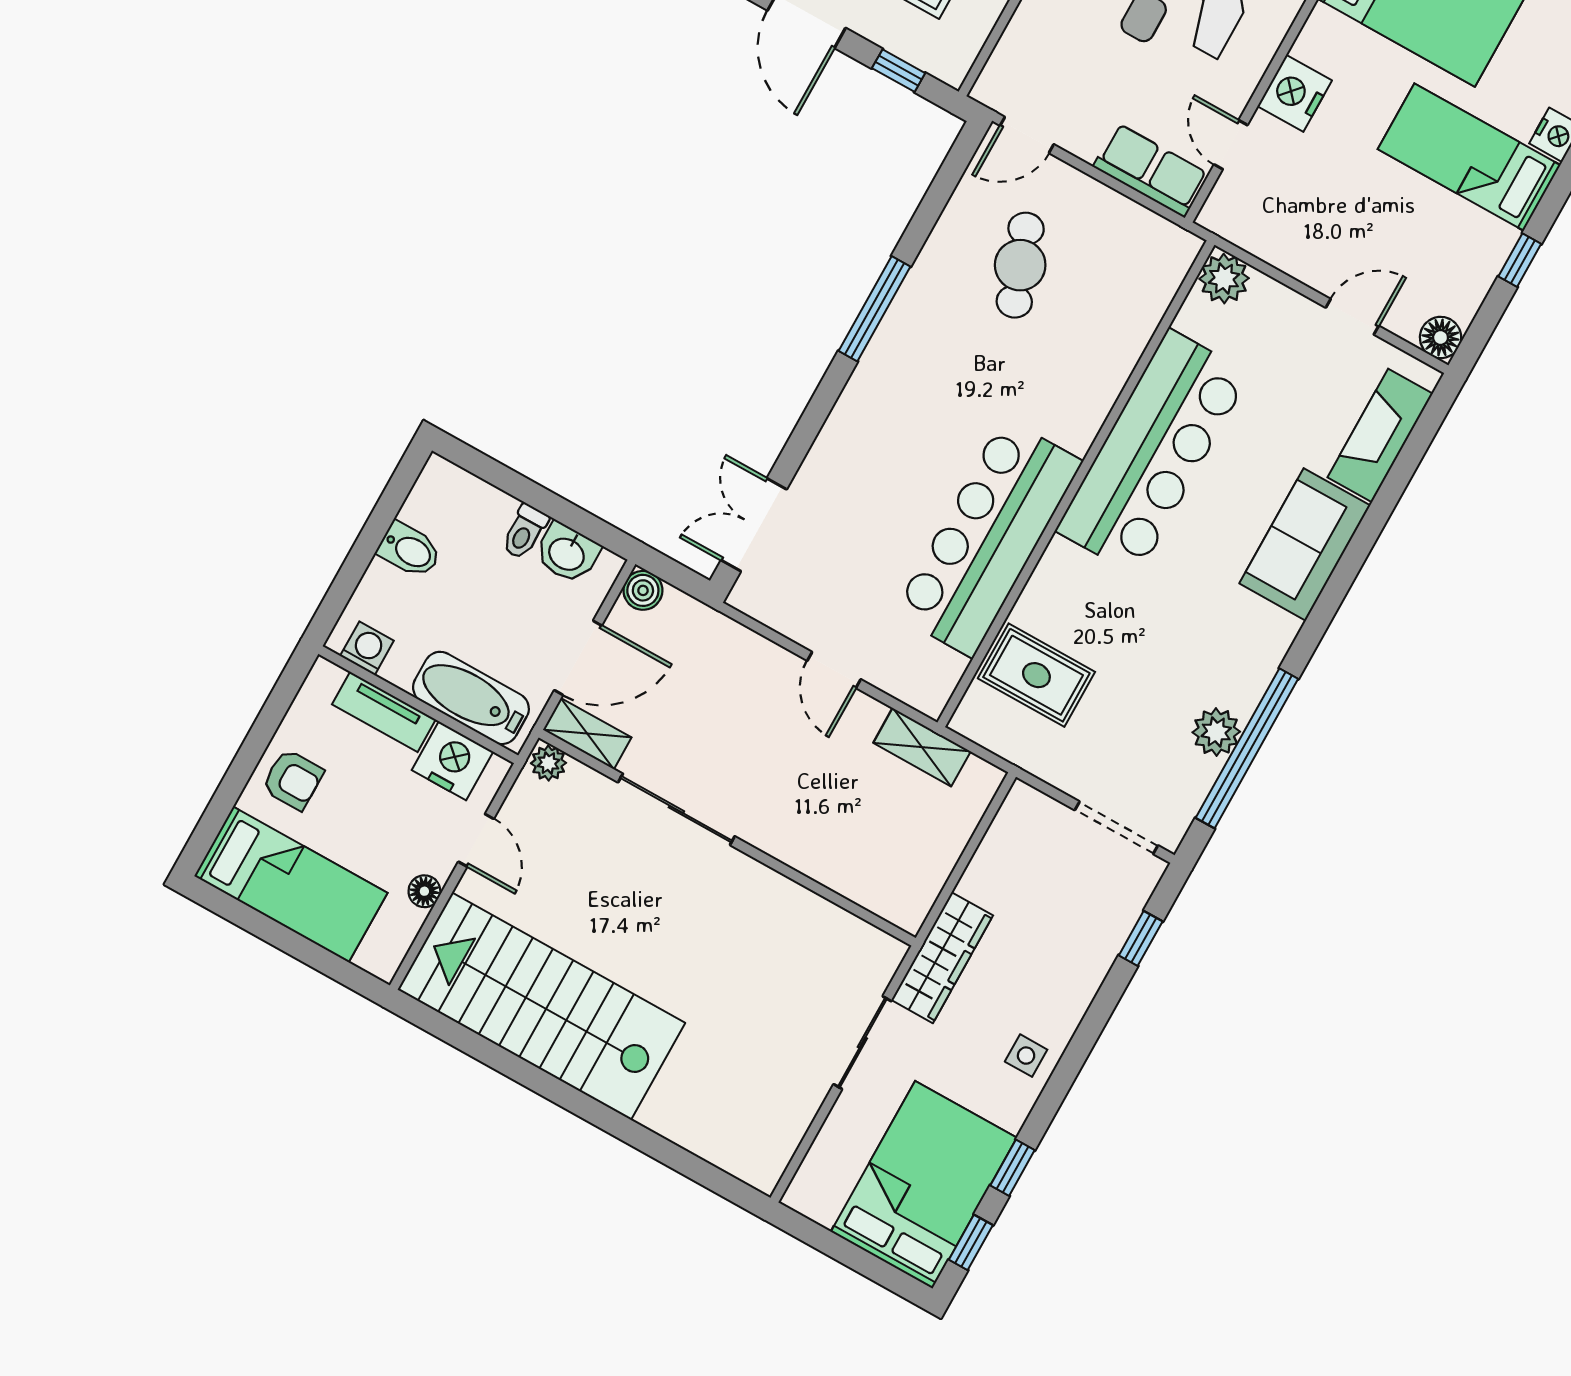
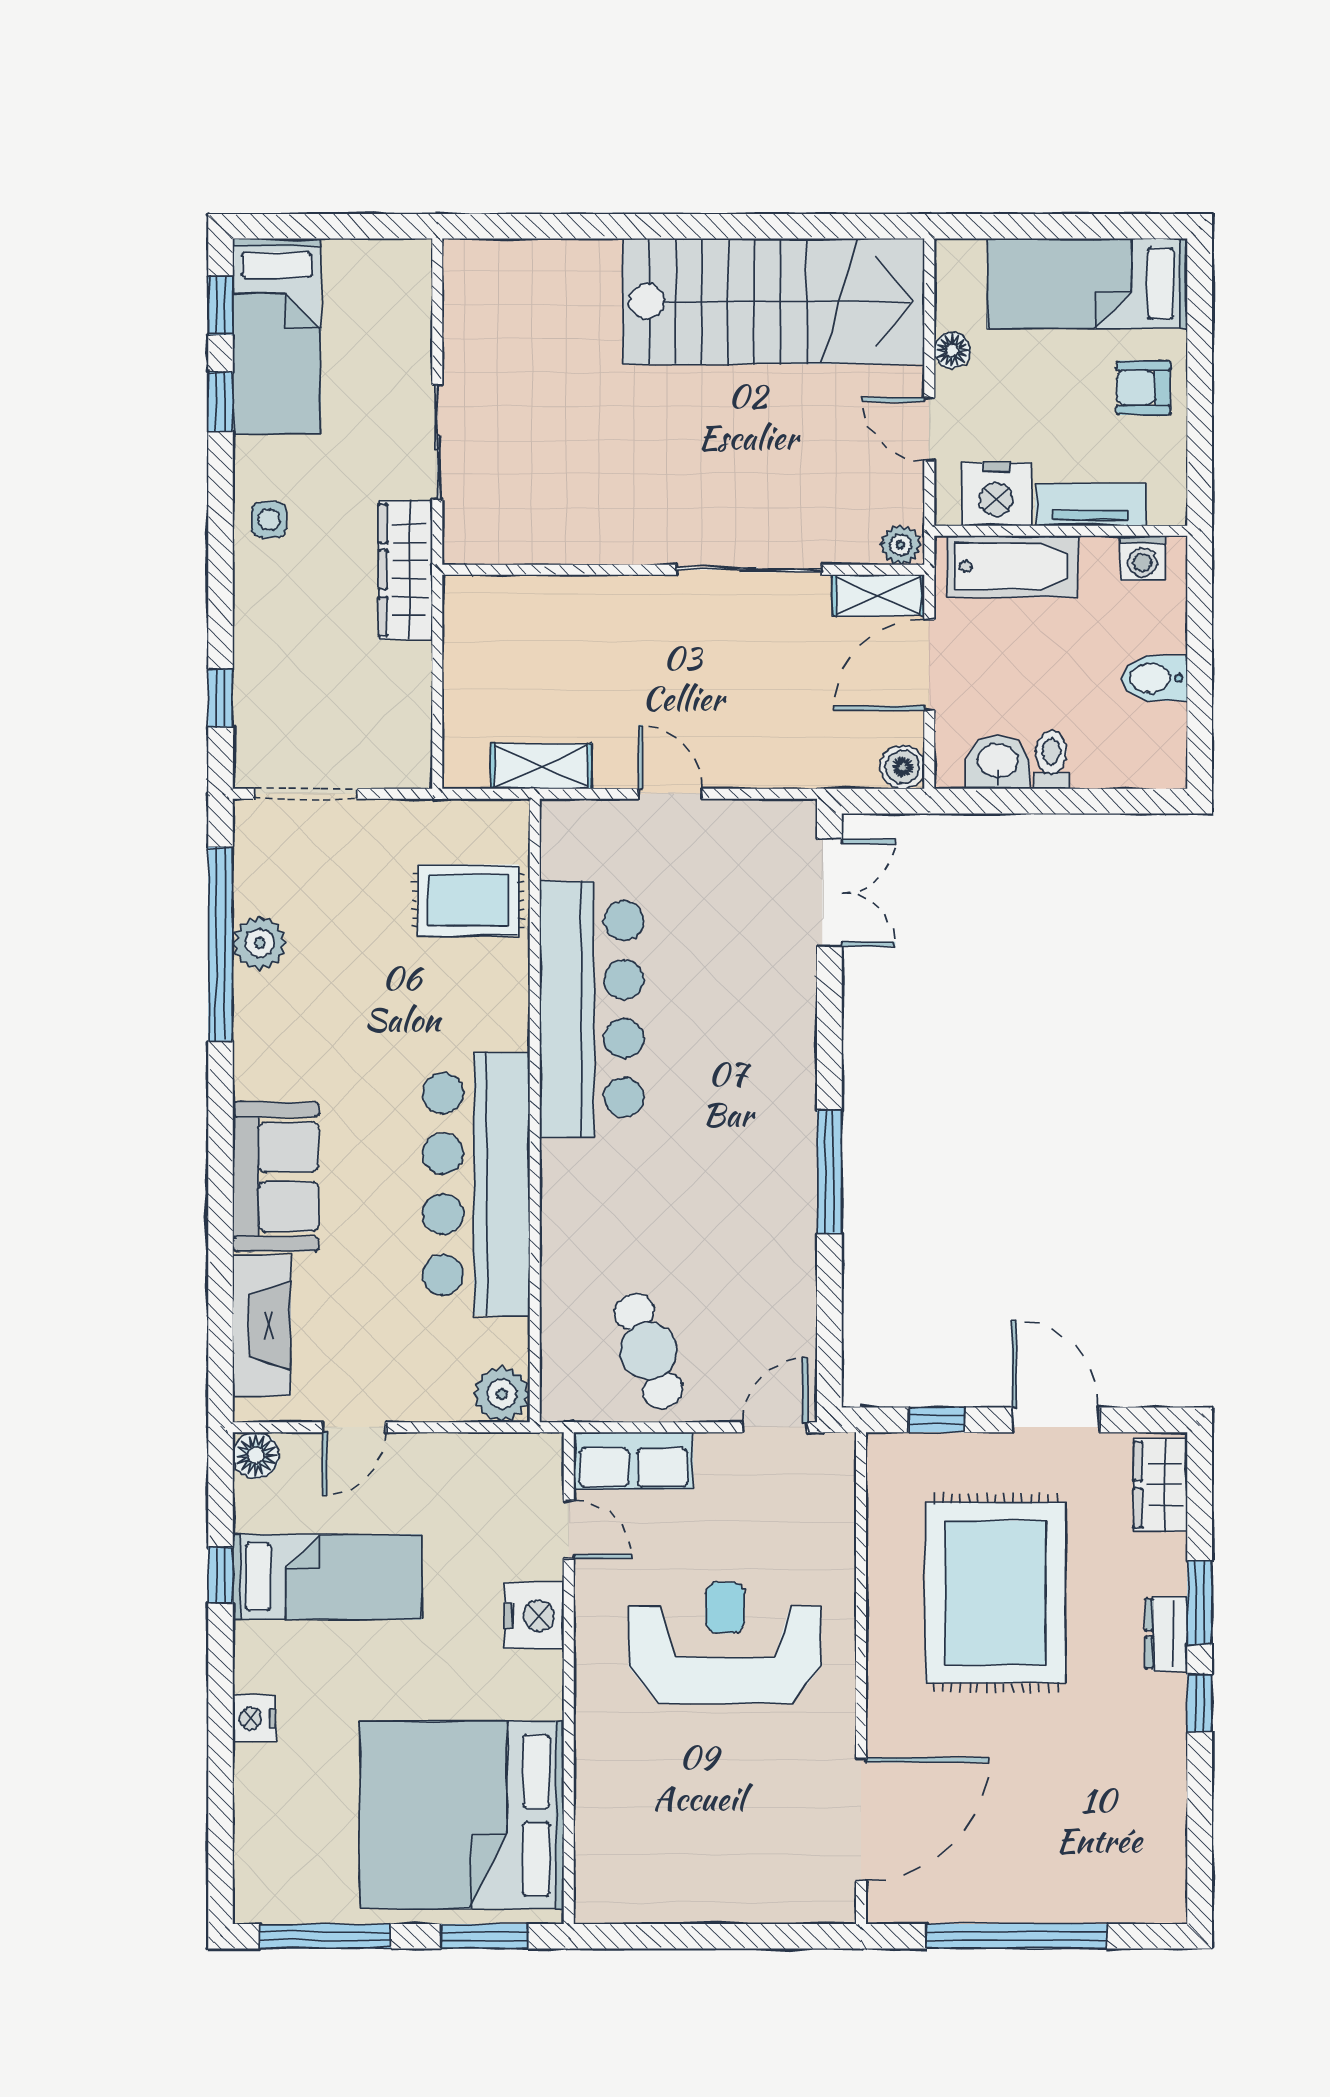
bed: (1469, 157) -> (327, 1577), moved
cafe table: (1020, 265) -> (649, 1351), moved
bed: (924, 1185) -> (277, 336), width x0.67

